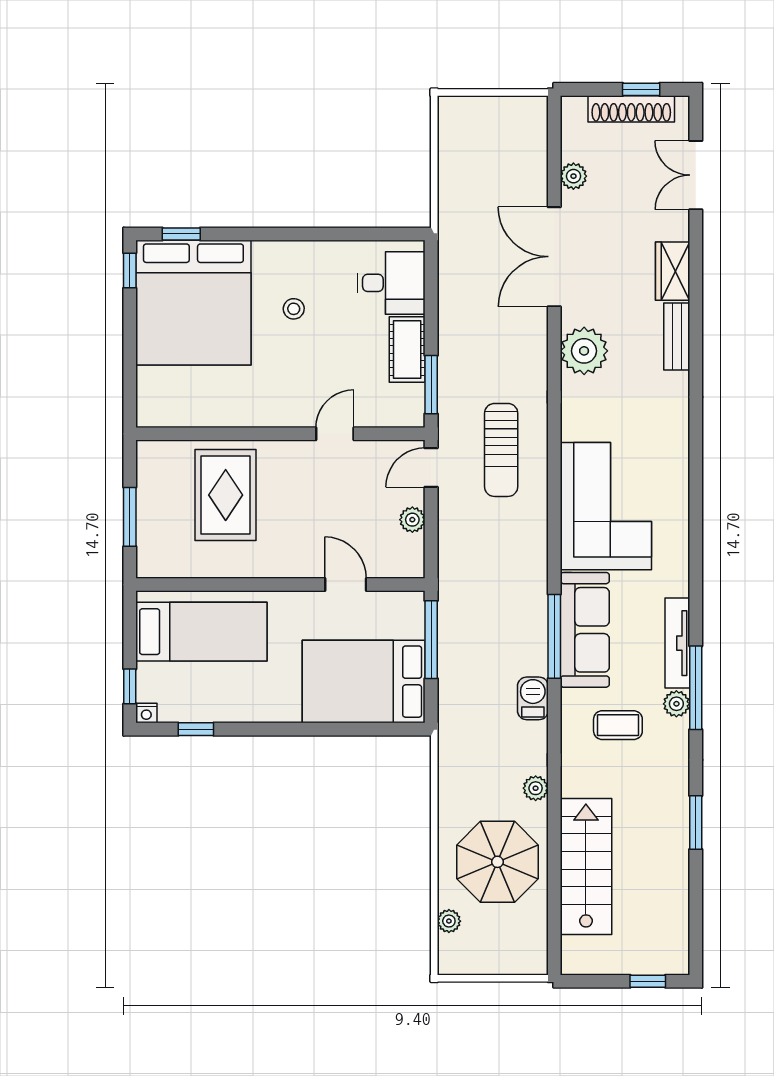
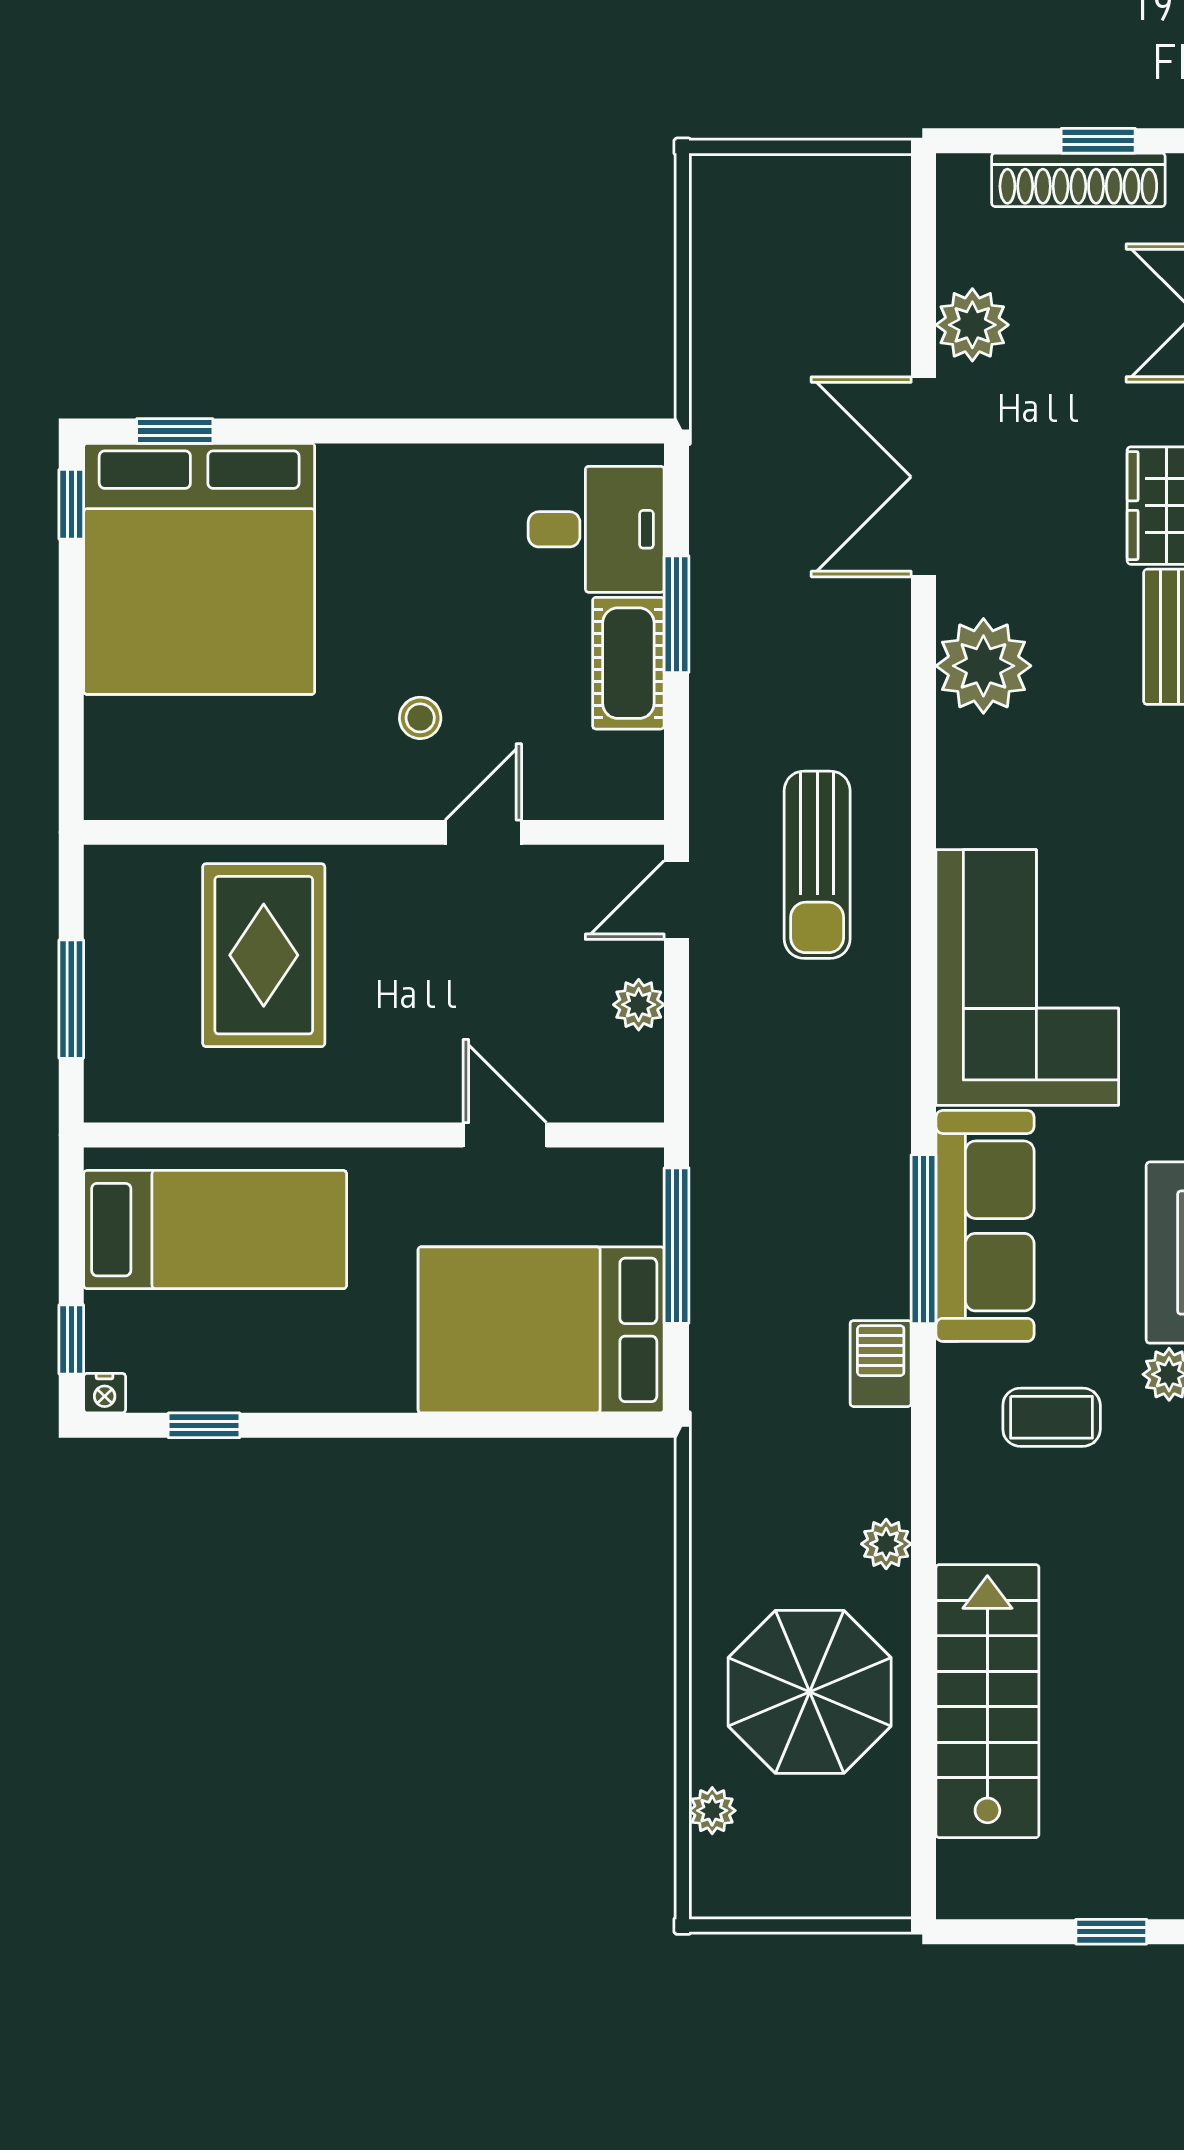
plant: (573, 176) -> (972, 325), width x1.38, depth x1.38
stool: (294, 309) -> (420, 718), moved
window: (431, 385) -> (677, 614), moved

